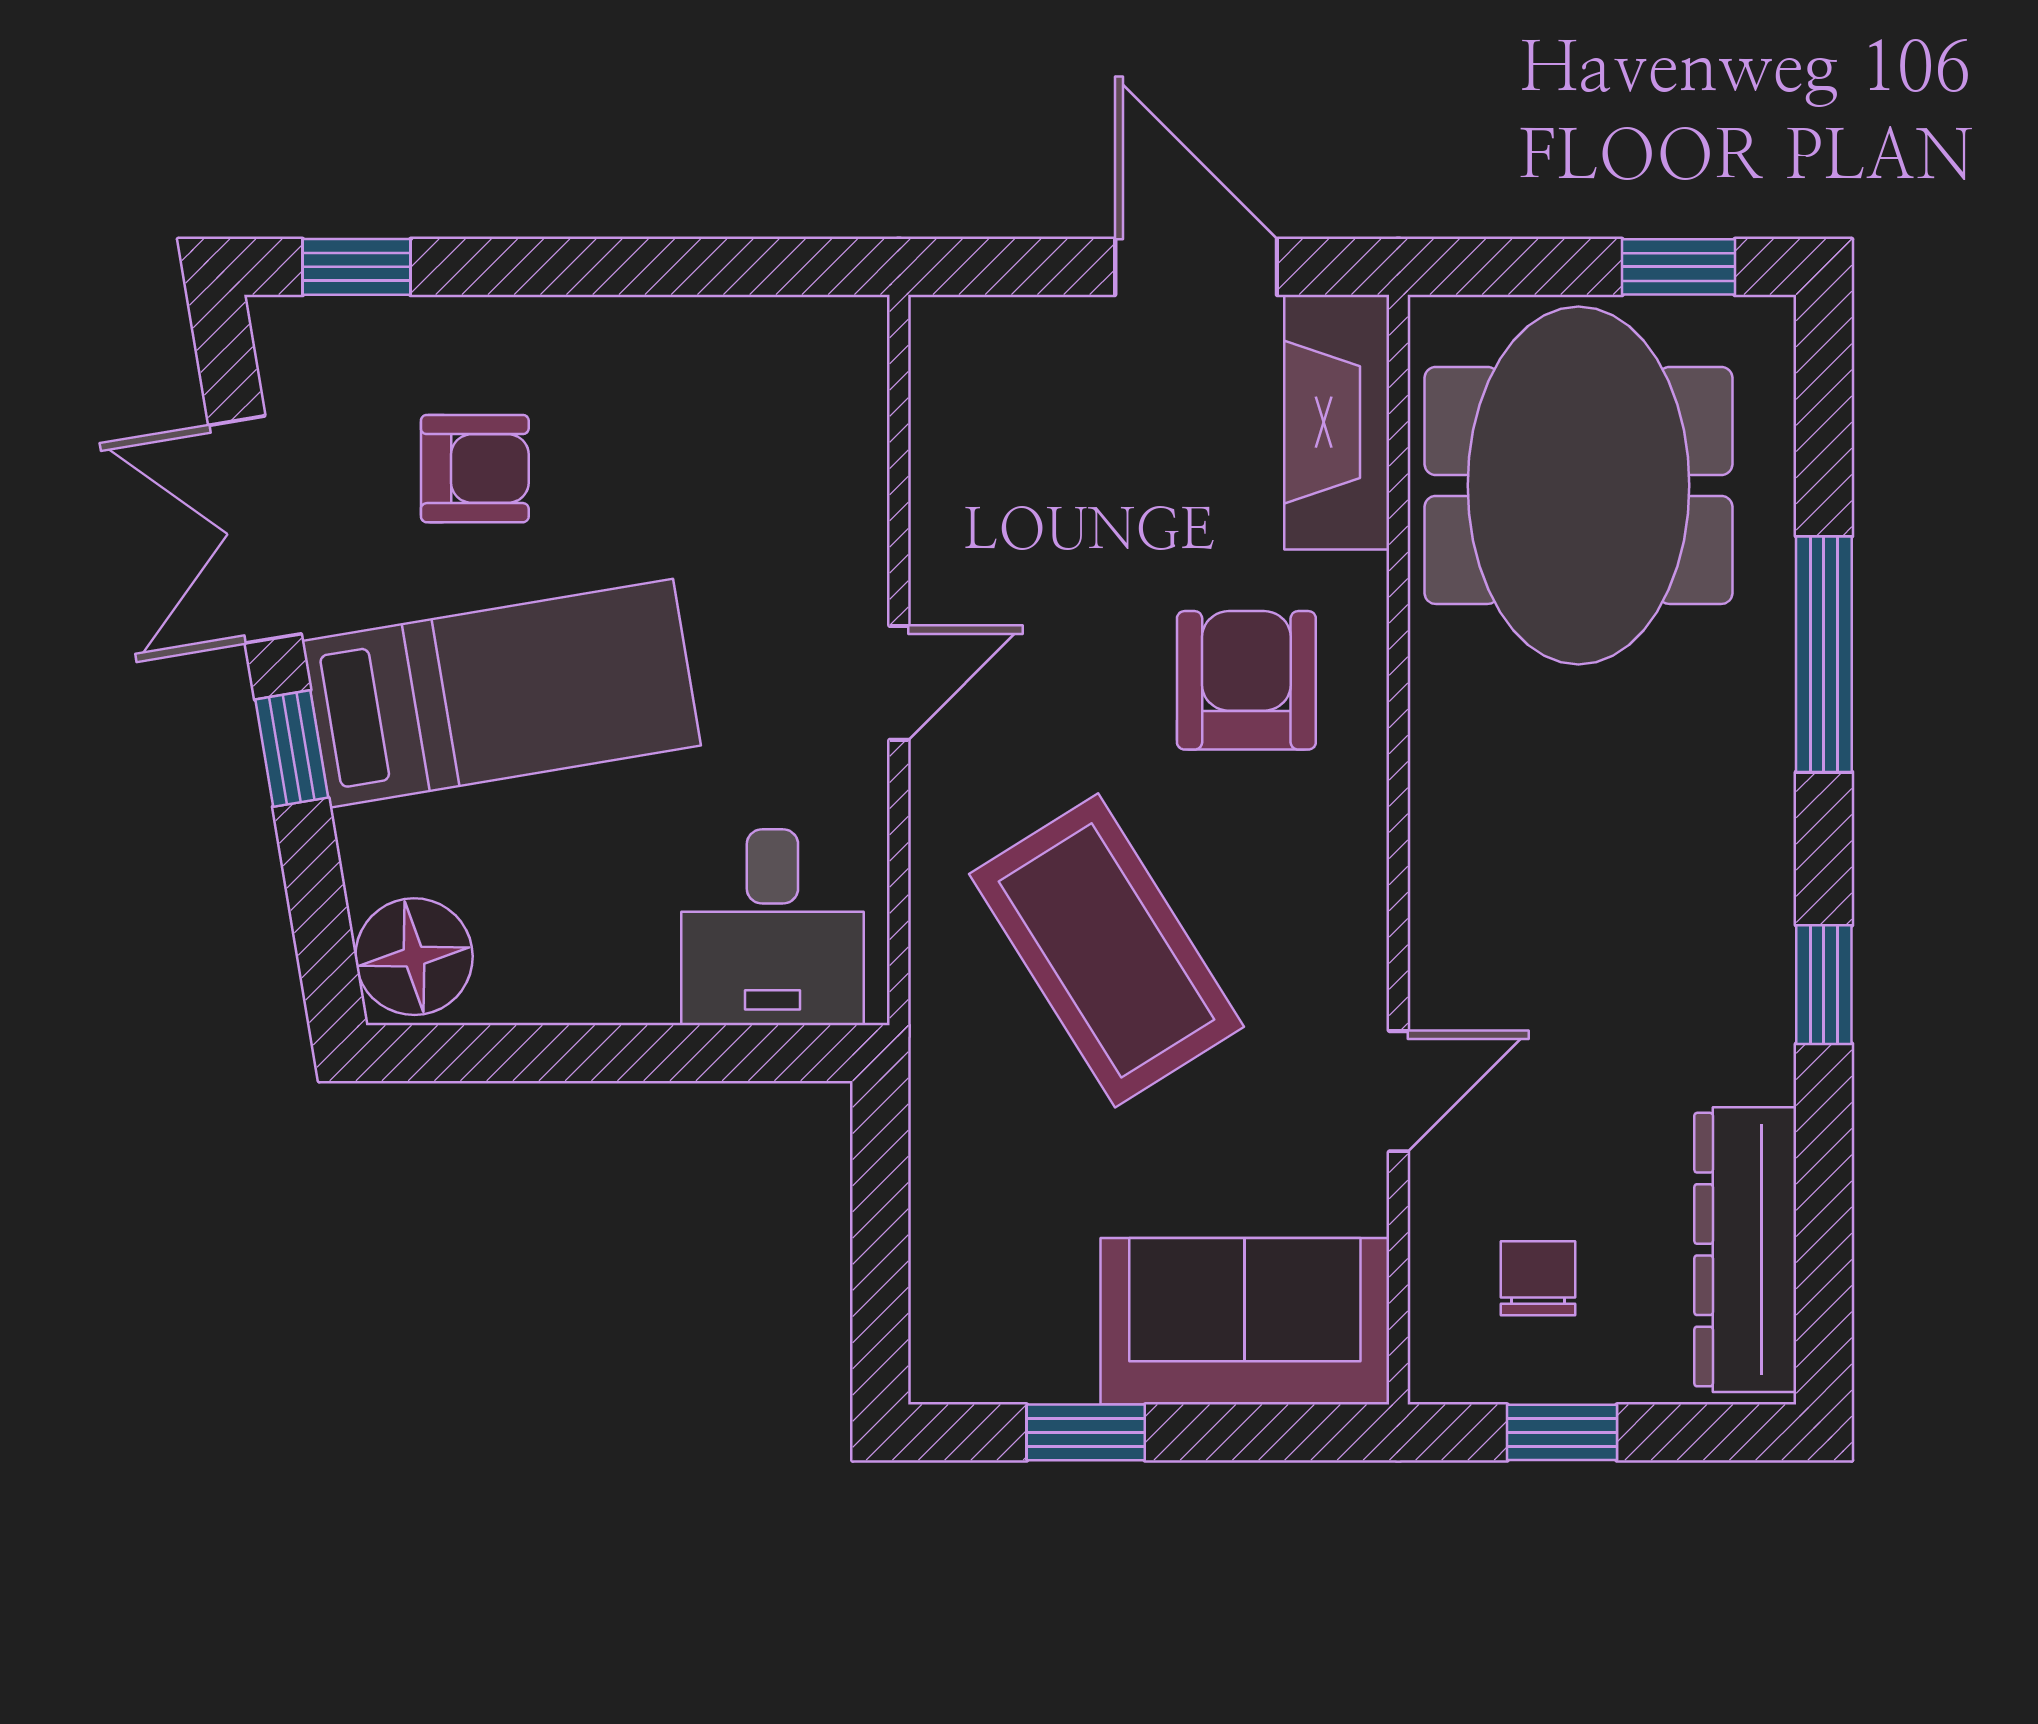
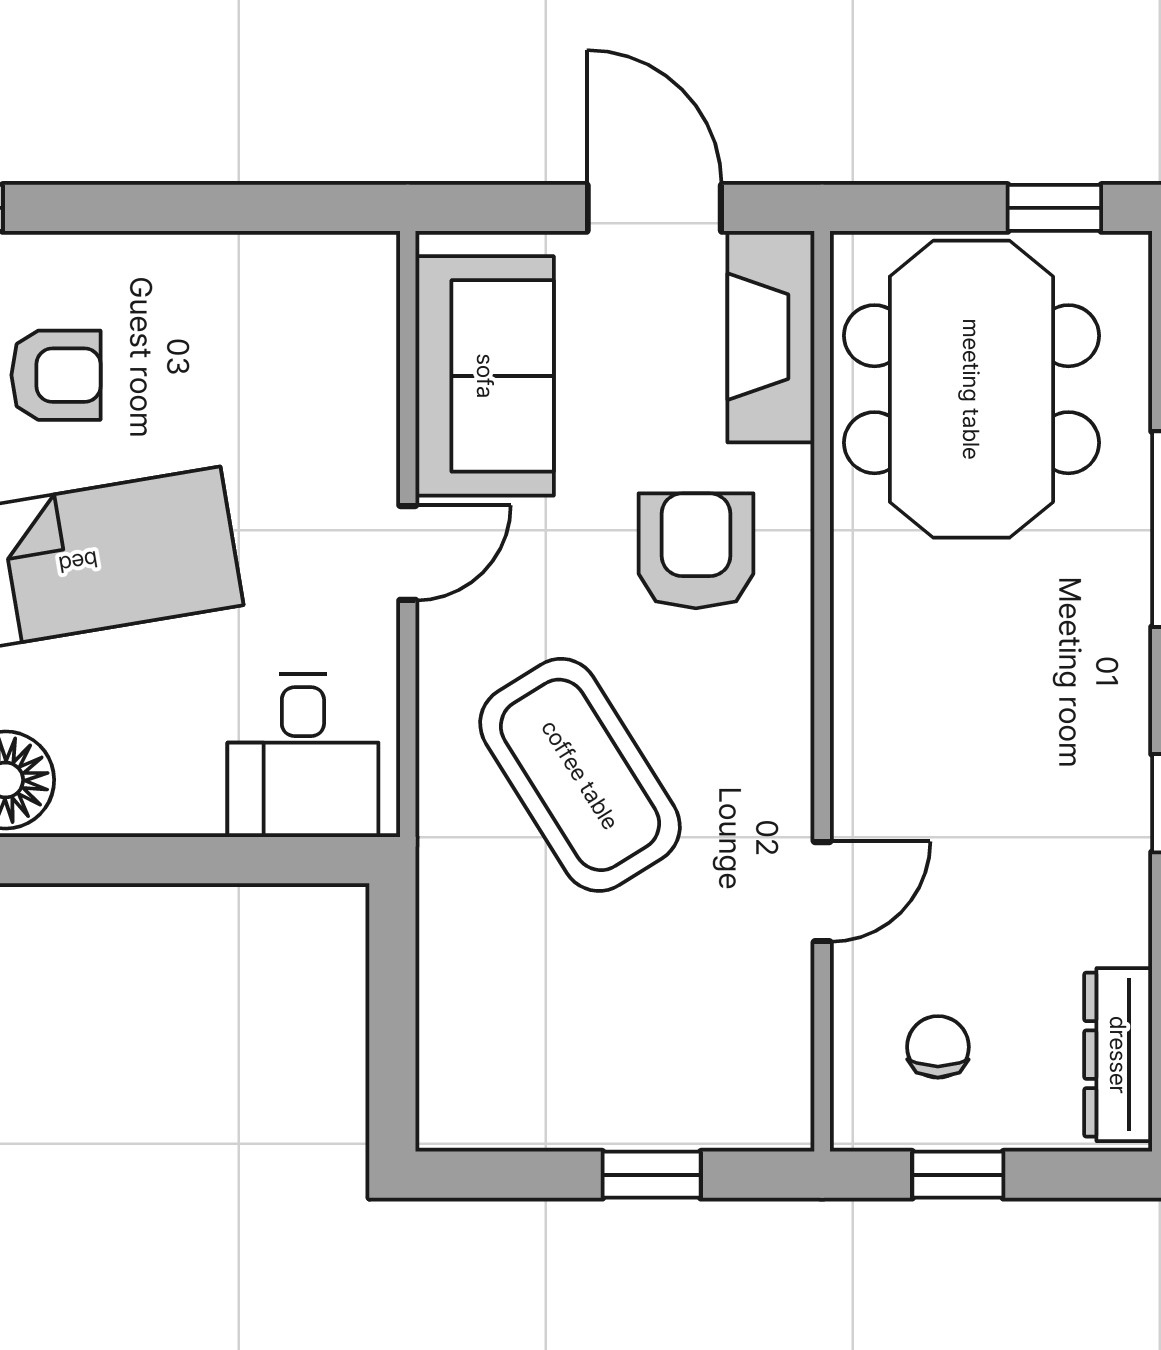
dresser: (1745, 1250) -> (1118, 1055), width x0.73, depth x0.80
sofa: (1245, 1321) -> (485, 376), moved, turned 90
window: (1086, 1432) -> (652, 1175), moved

